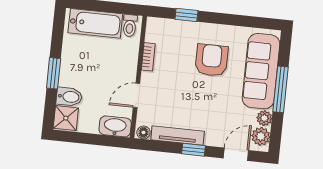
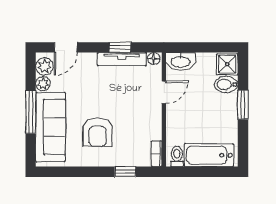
bookcase: (148, 57) -> (157, 154), moved
window: (194, 150) -> (120, 47), moved

